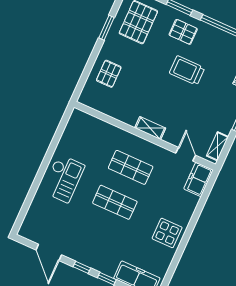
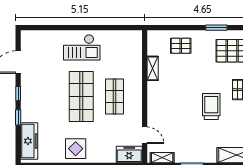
shelving: (150, 128) -> (153, 68), moved
door: (186, 154) -> (145, 135), hinge flipped
shop shelf: (115, 202) -> (81, 96), width x1.43, depth x1.36

